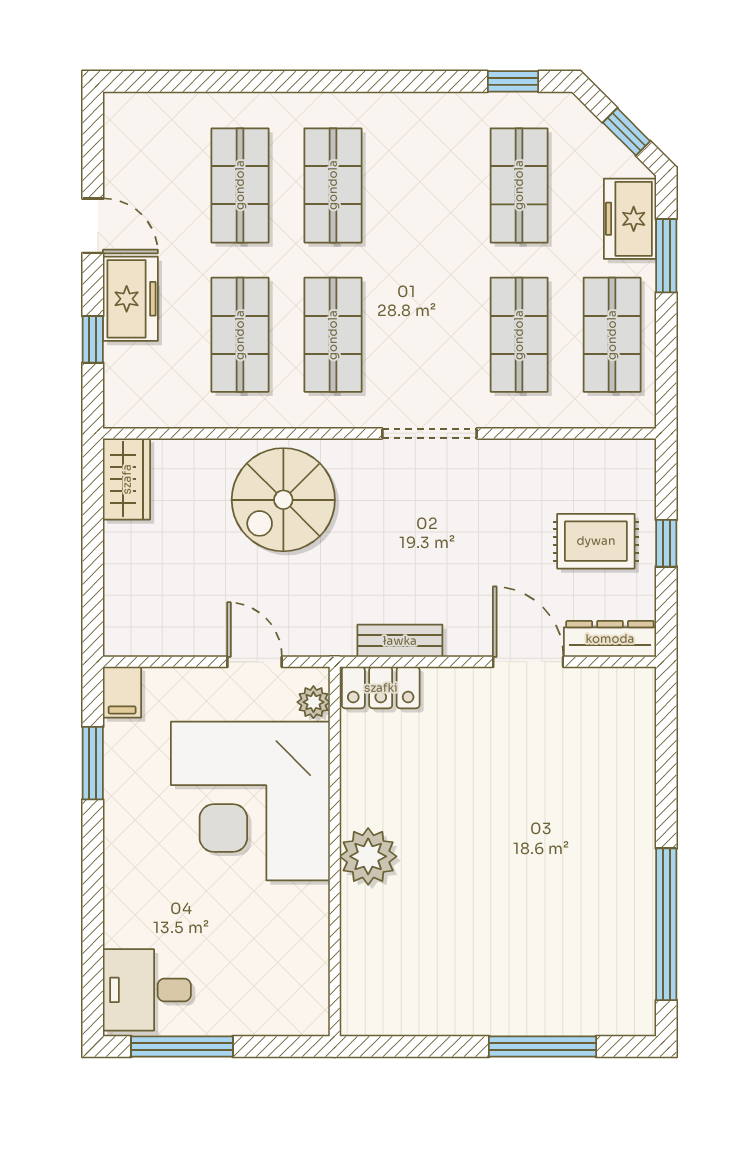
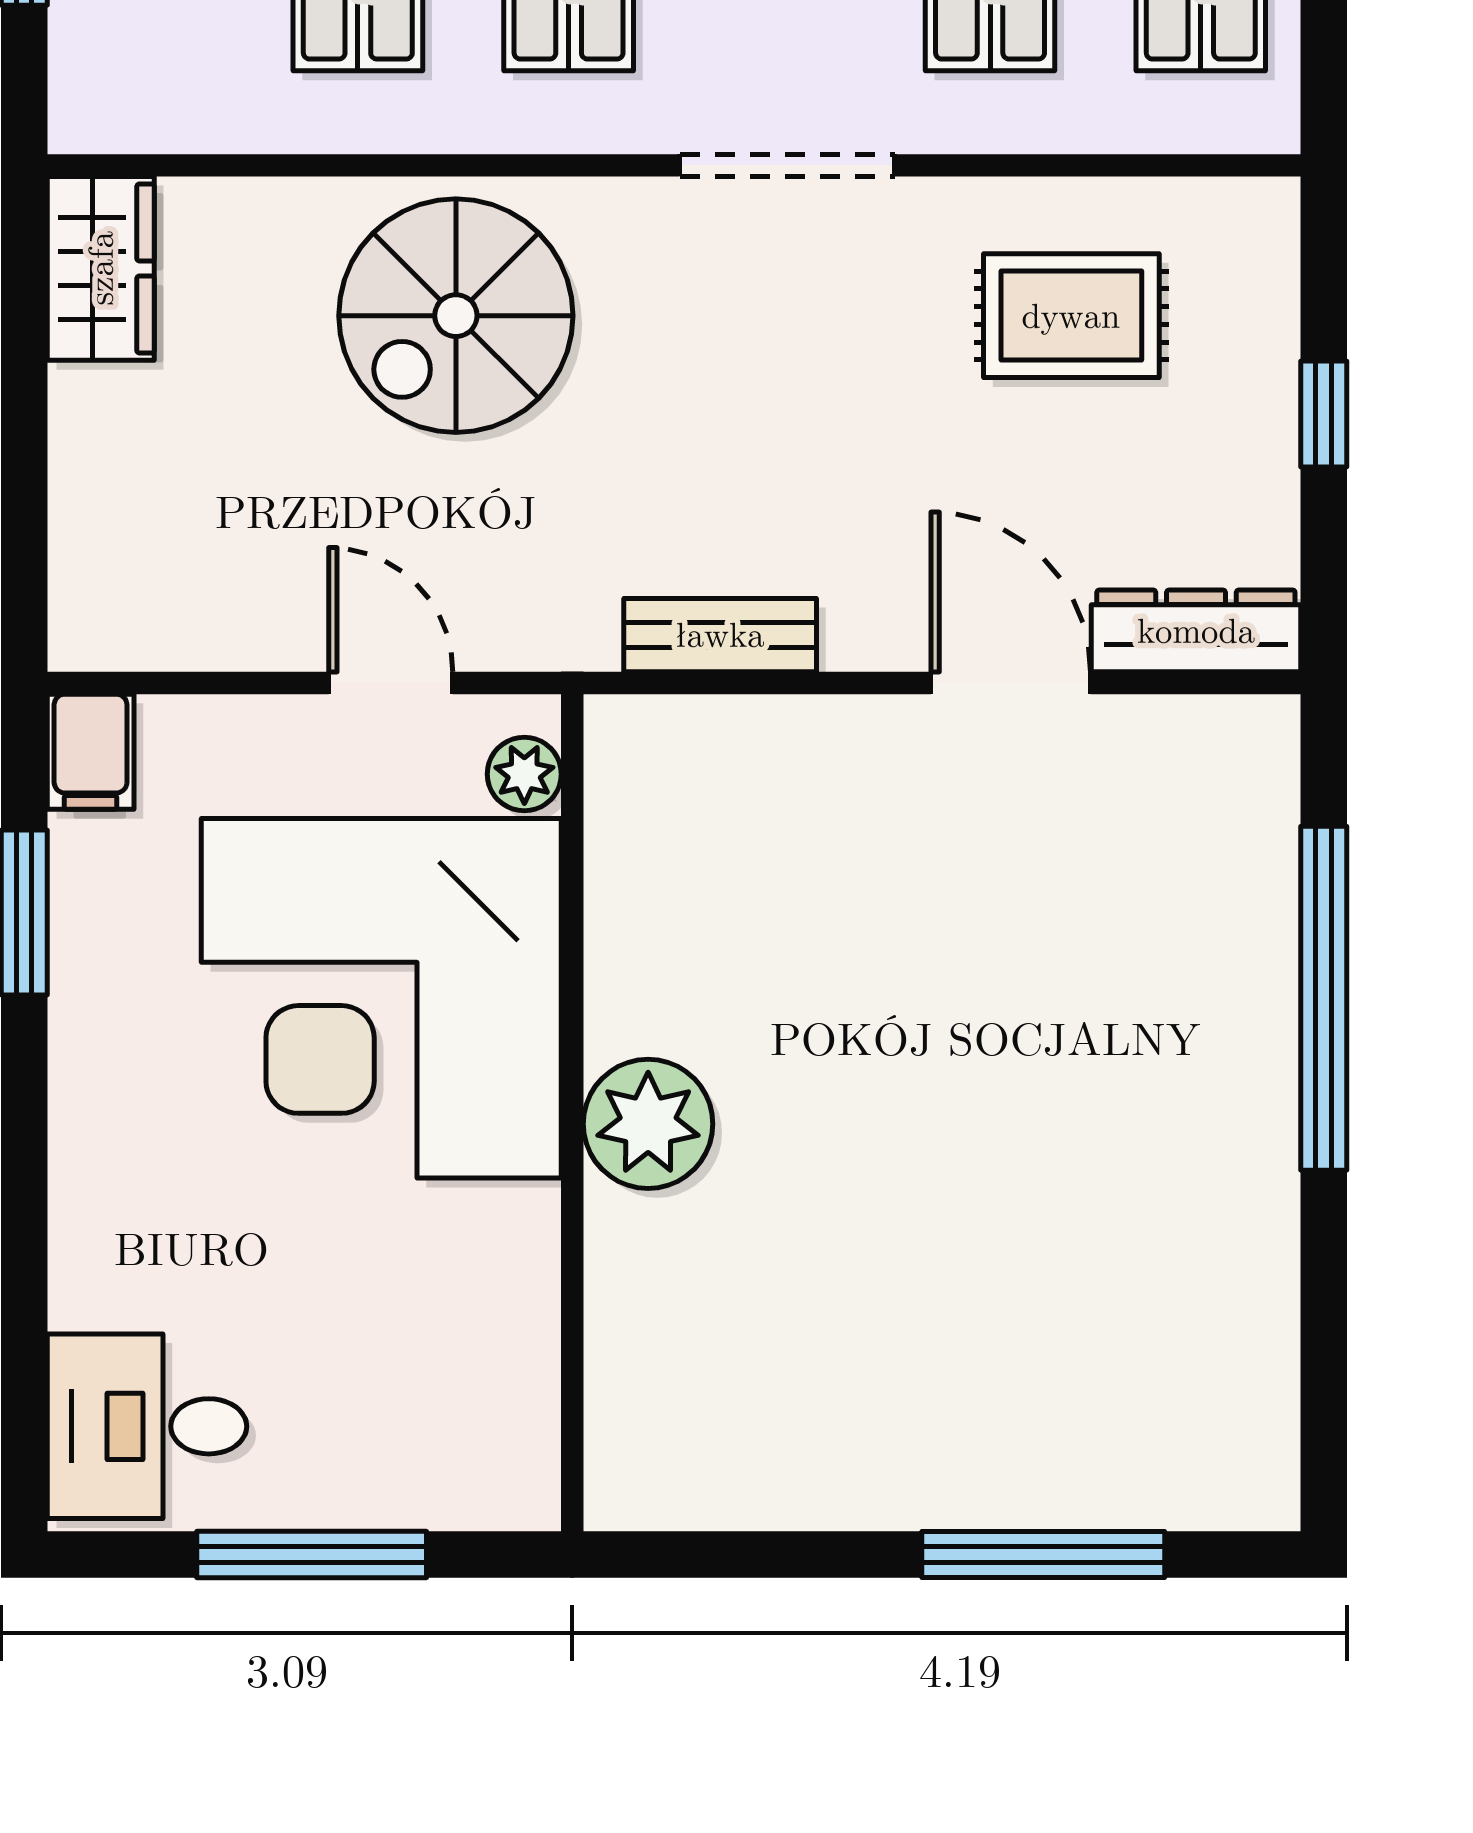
rug: (596, 541) -> (1071, 316), moved
locker: (381, 688) -> (677, 741), removed
window: (666, 924) -> (1324, 998), moved
window: (182, 1046) -> (312, 1554), moved

